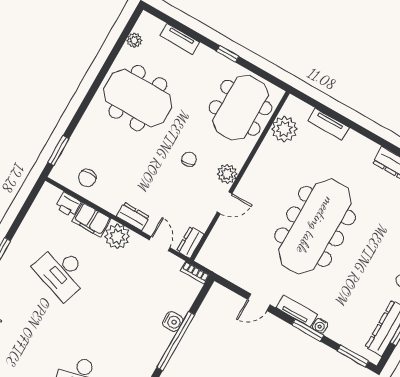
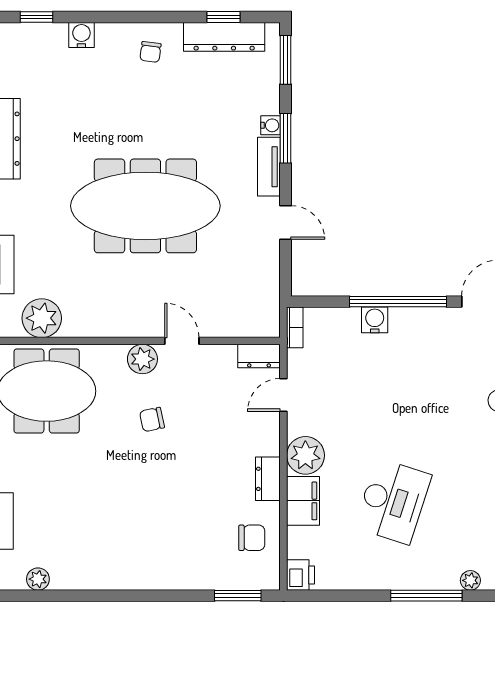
meeting table: (138, 98) -> (110, 532), removed
printer: (68, 204) -> (301, 575), moved
dresser: (133, 216) -> (268, 479), moved

